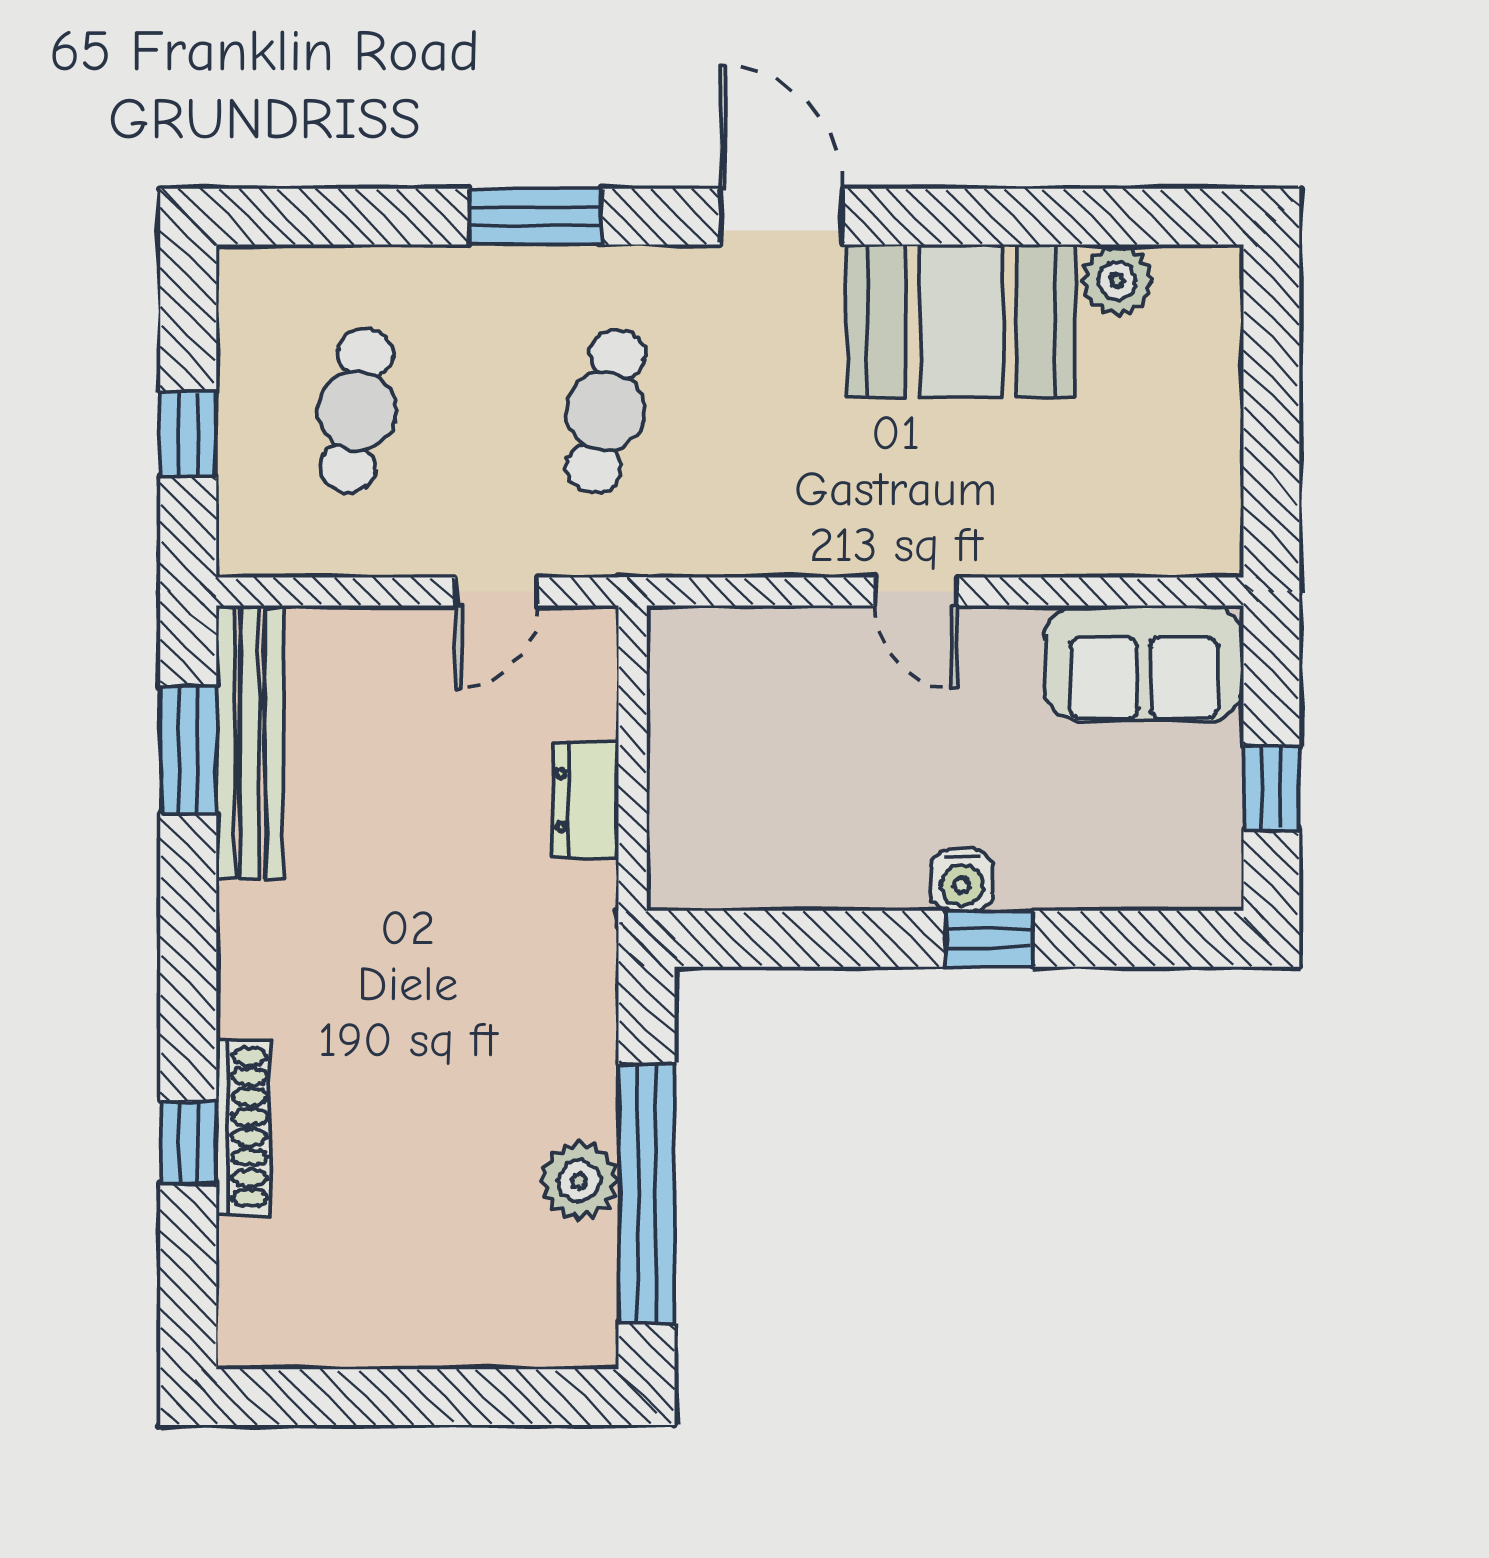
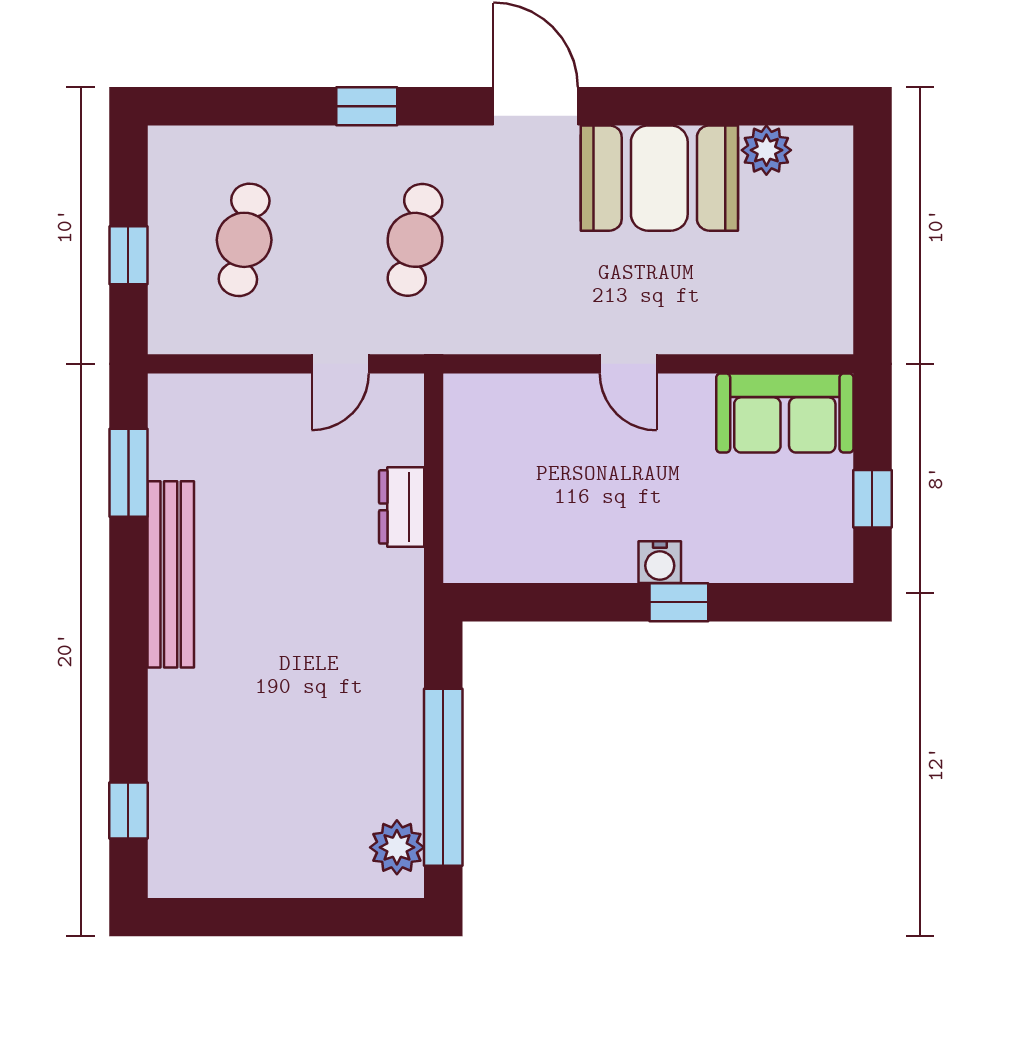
window: (535, 217) -> (367, 106), width x0.67
bench: (250, 743) -> (171, 574), moved
shoe rack: (243, 1127) -> (166, 732), removed
window: (188, 1142) -> (128, 811), moved
plant: (579, 1181) -> (397, 847), moved

